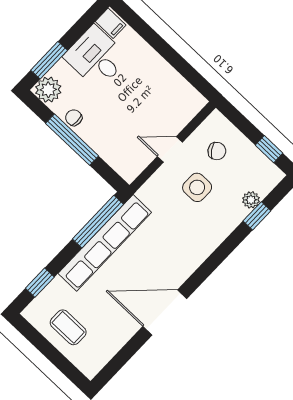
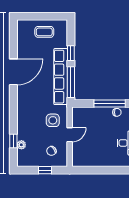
window: (269, 149) -> (45, 170), moved
side table: (197, 187) -> (53, 120), moved
window: (40, 283) -> (71, 53), moved

